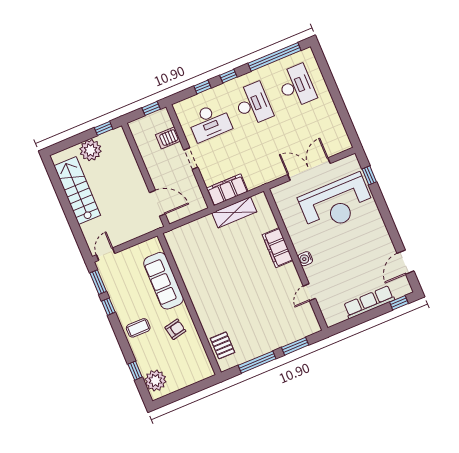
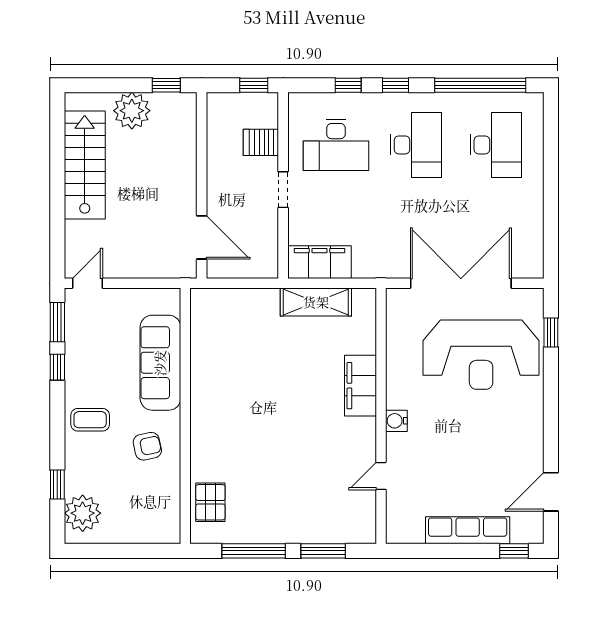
double door: (309, 169) -> (461, 283), width x1.36

